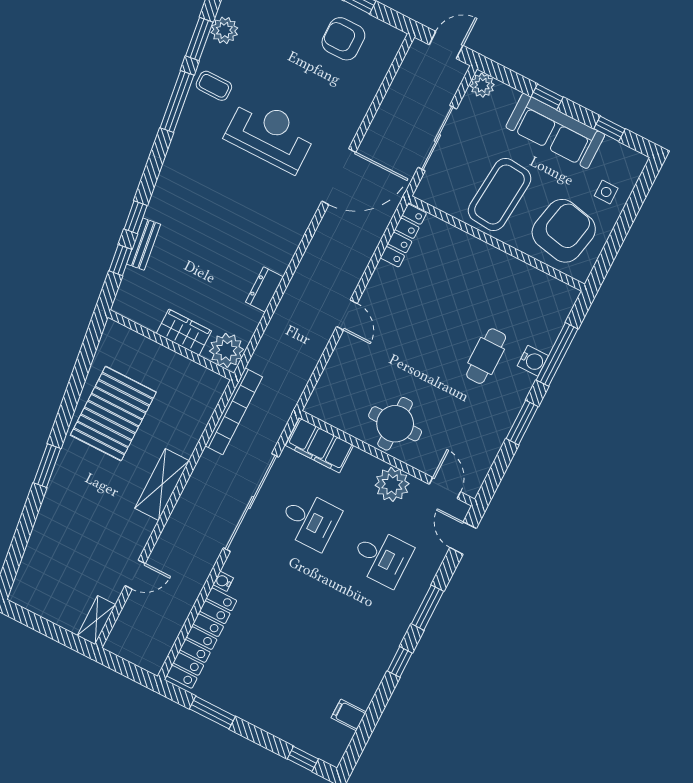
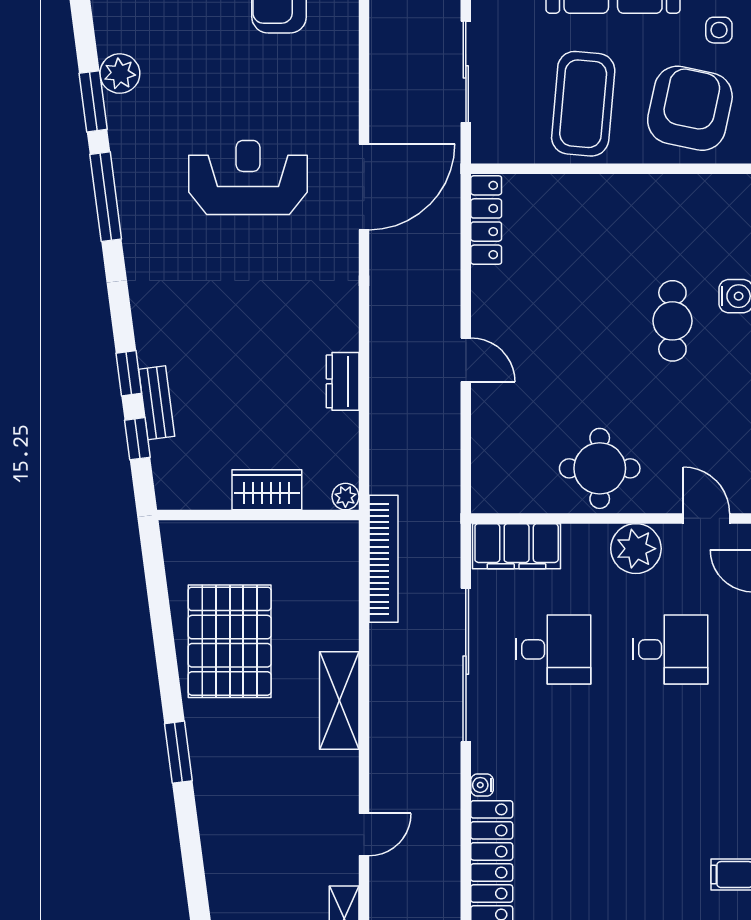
coffee table: (214, 86) -> (143, 152), removed
plant: (226, 350) -> (345, 497), width x0.53, depth x0.53

